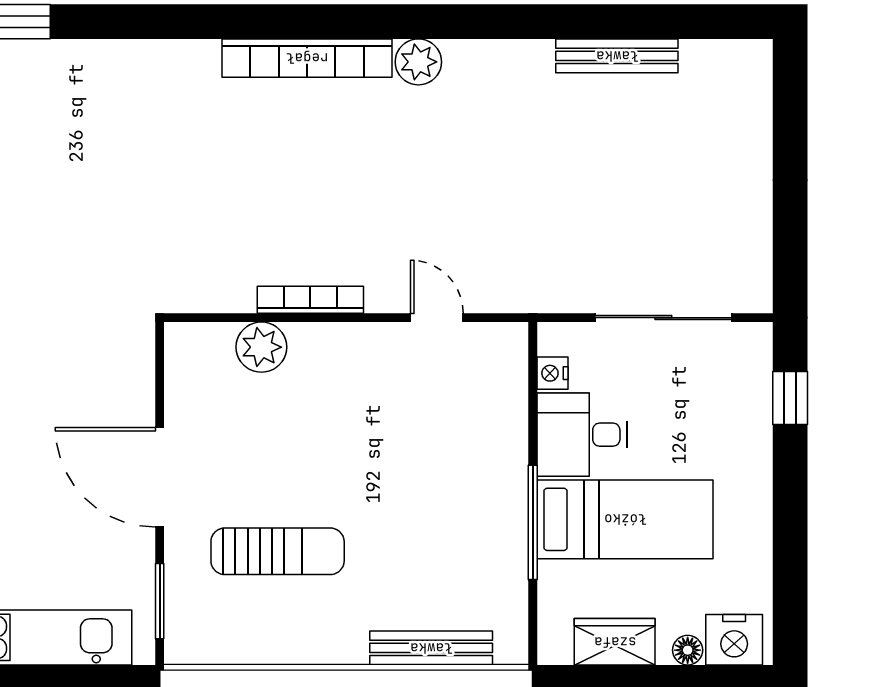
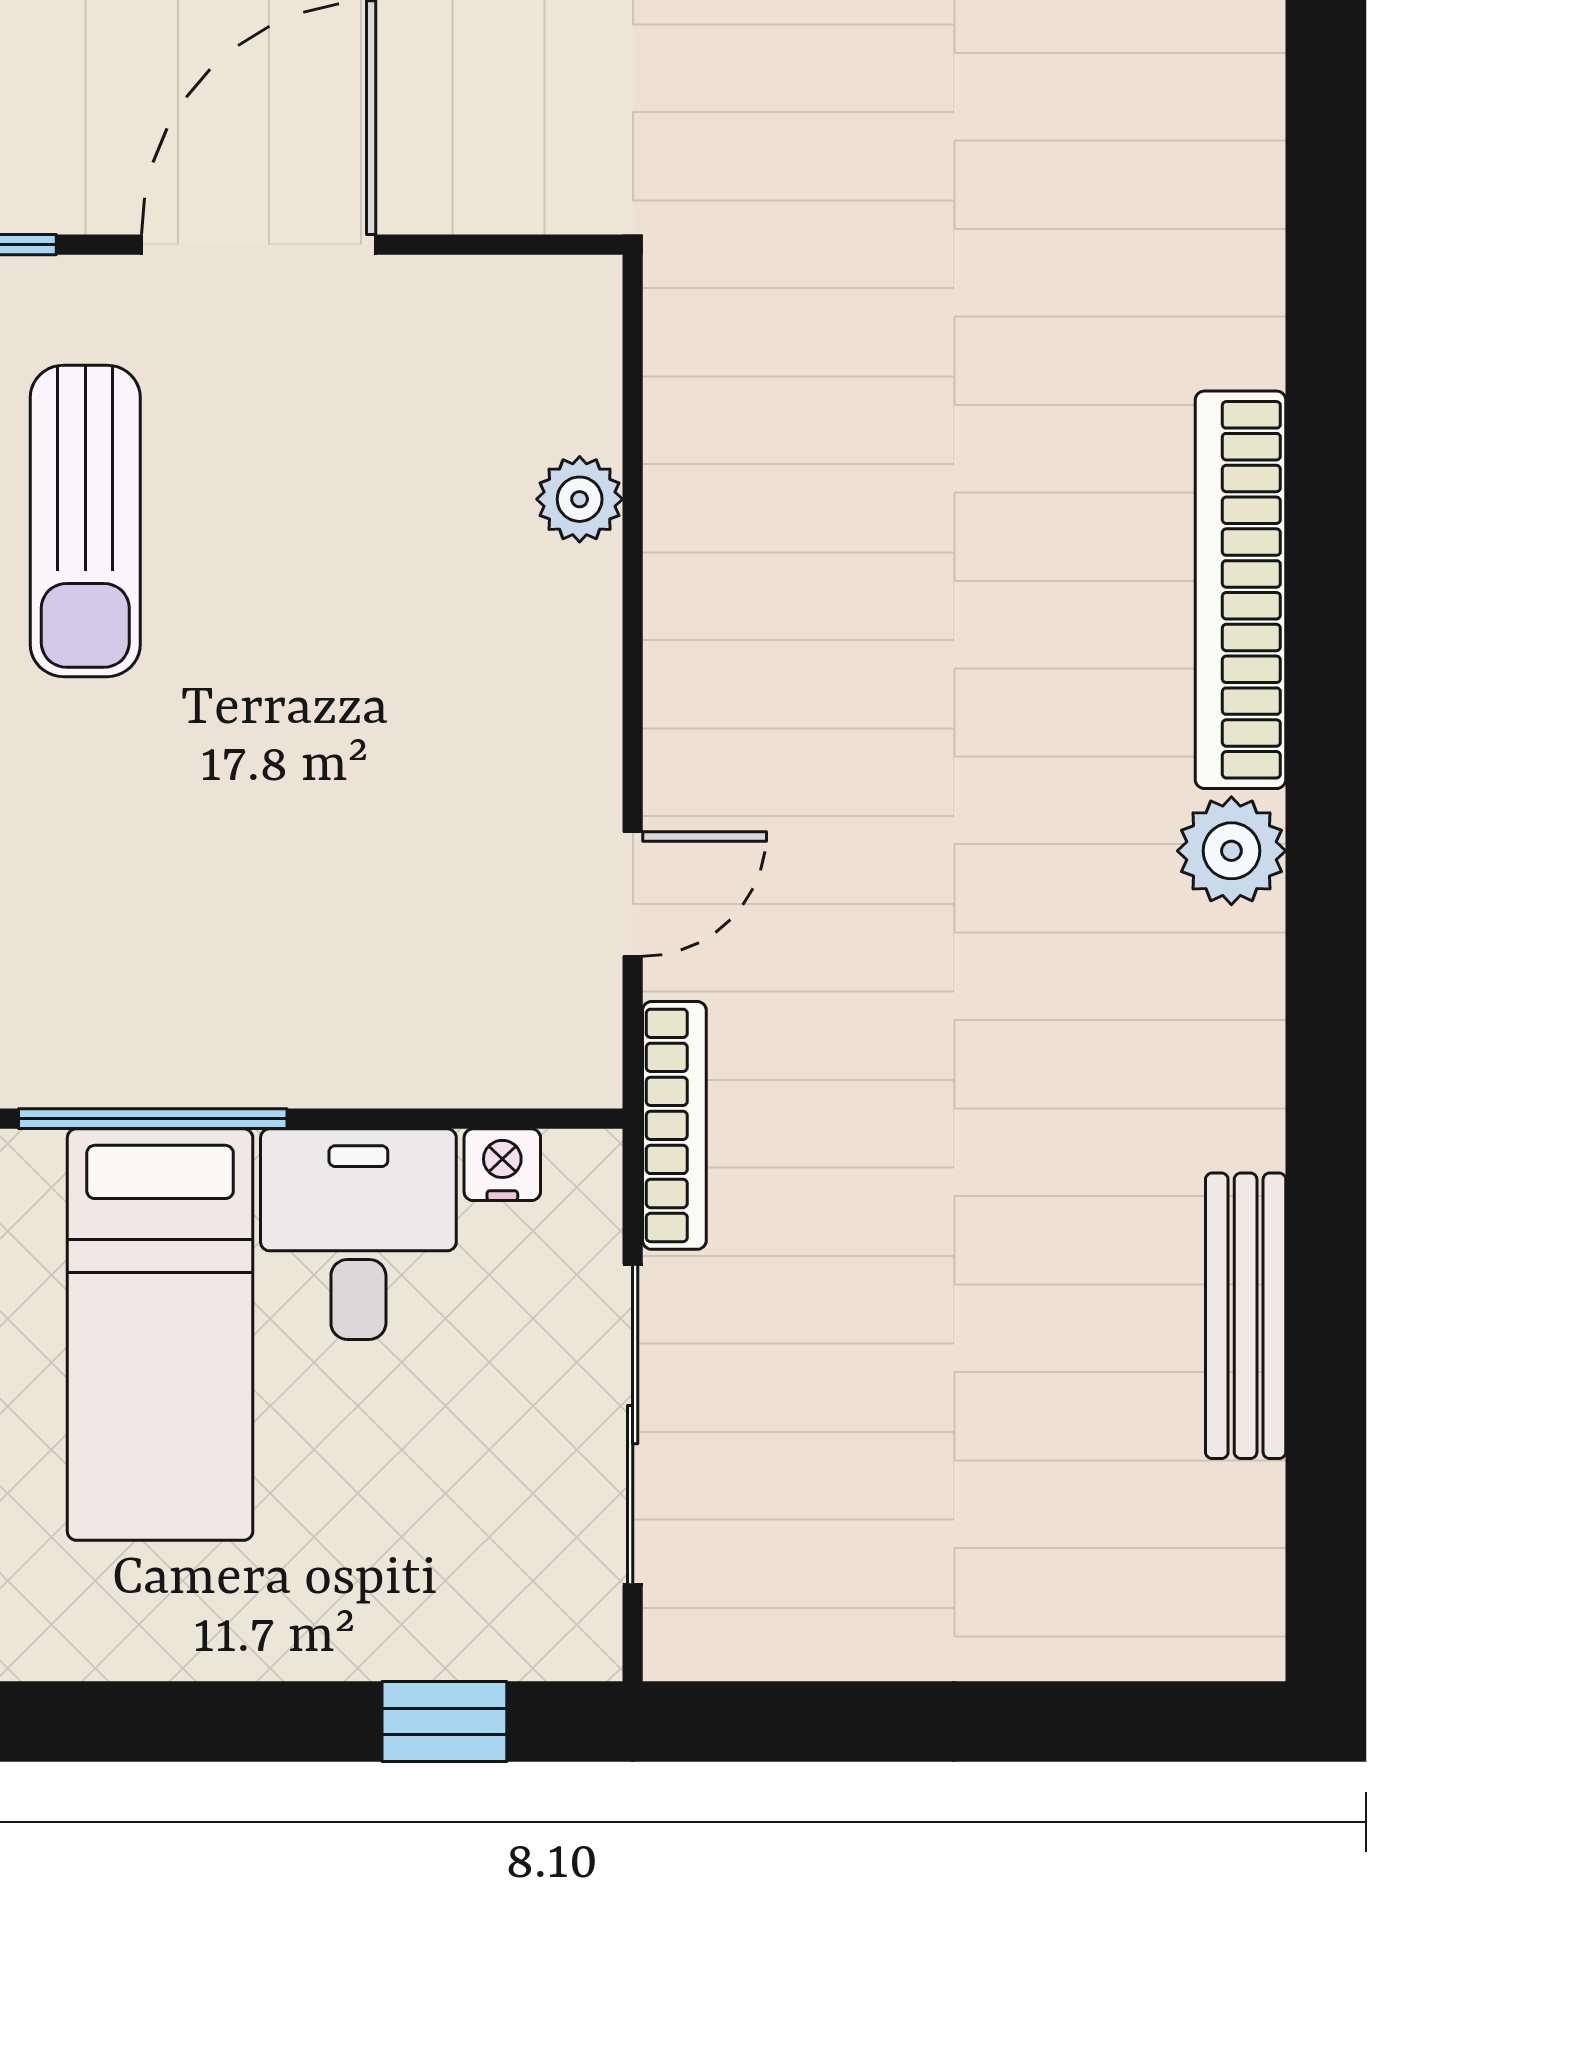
bookcase: (310, 300) -> (674, 1125), moved
plant: (261, 347) -> (580, 499), width x0.73, depth x0.73

